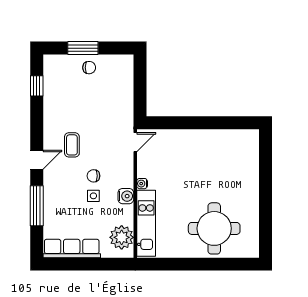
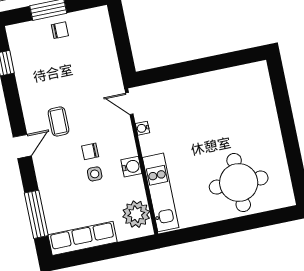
door: (135, 142) -> (129, 103), swing flipped
water cooler: (142, 184) -> (142, 128), moved
window: (37, 206) -> (36, 214), moved

